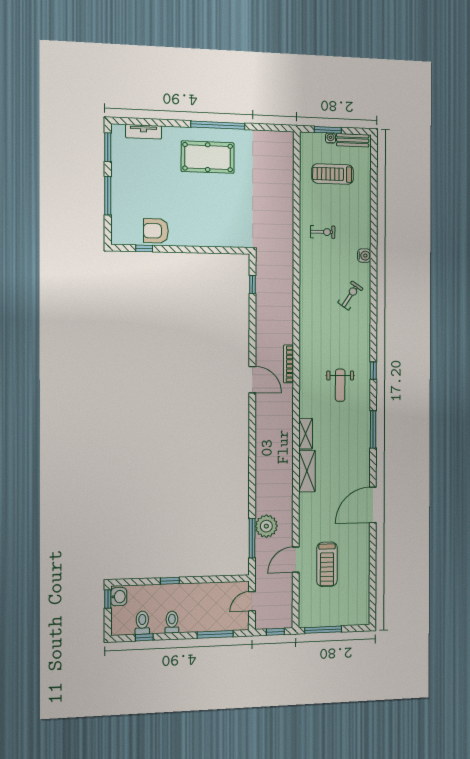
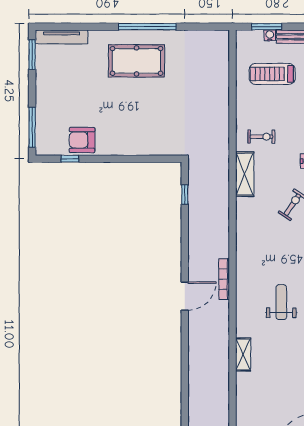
tv unit: (144, 132) -> (62, 37), width x1.41
window: (108, 196) -> (32, 127), moved
door: (252, 380) -> (185, 296), hinge flipped
weight bench: (340, 385) -> (281, 302), turned 180
shelving: (307, 471) -> (245, 174), moved

